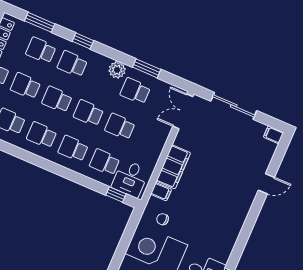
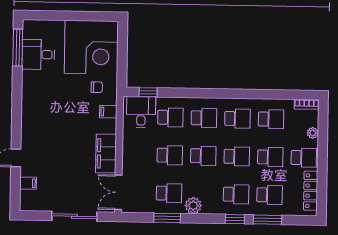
window: (40, 22) -> (268, 220), moved
double door: (183, 111) -> (118, 192), swing flipped
filing cabinet: (273, 135) -> (28, 183), moved
filing cabinet: (173, 167) -> (106, 153), moved

